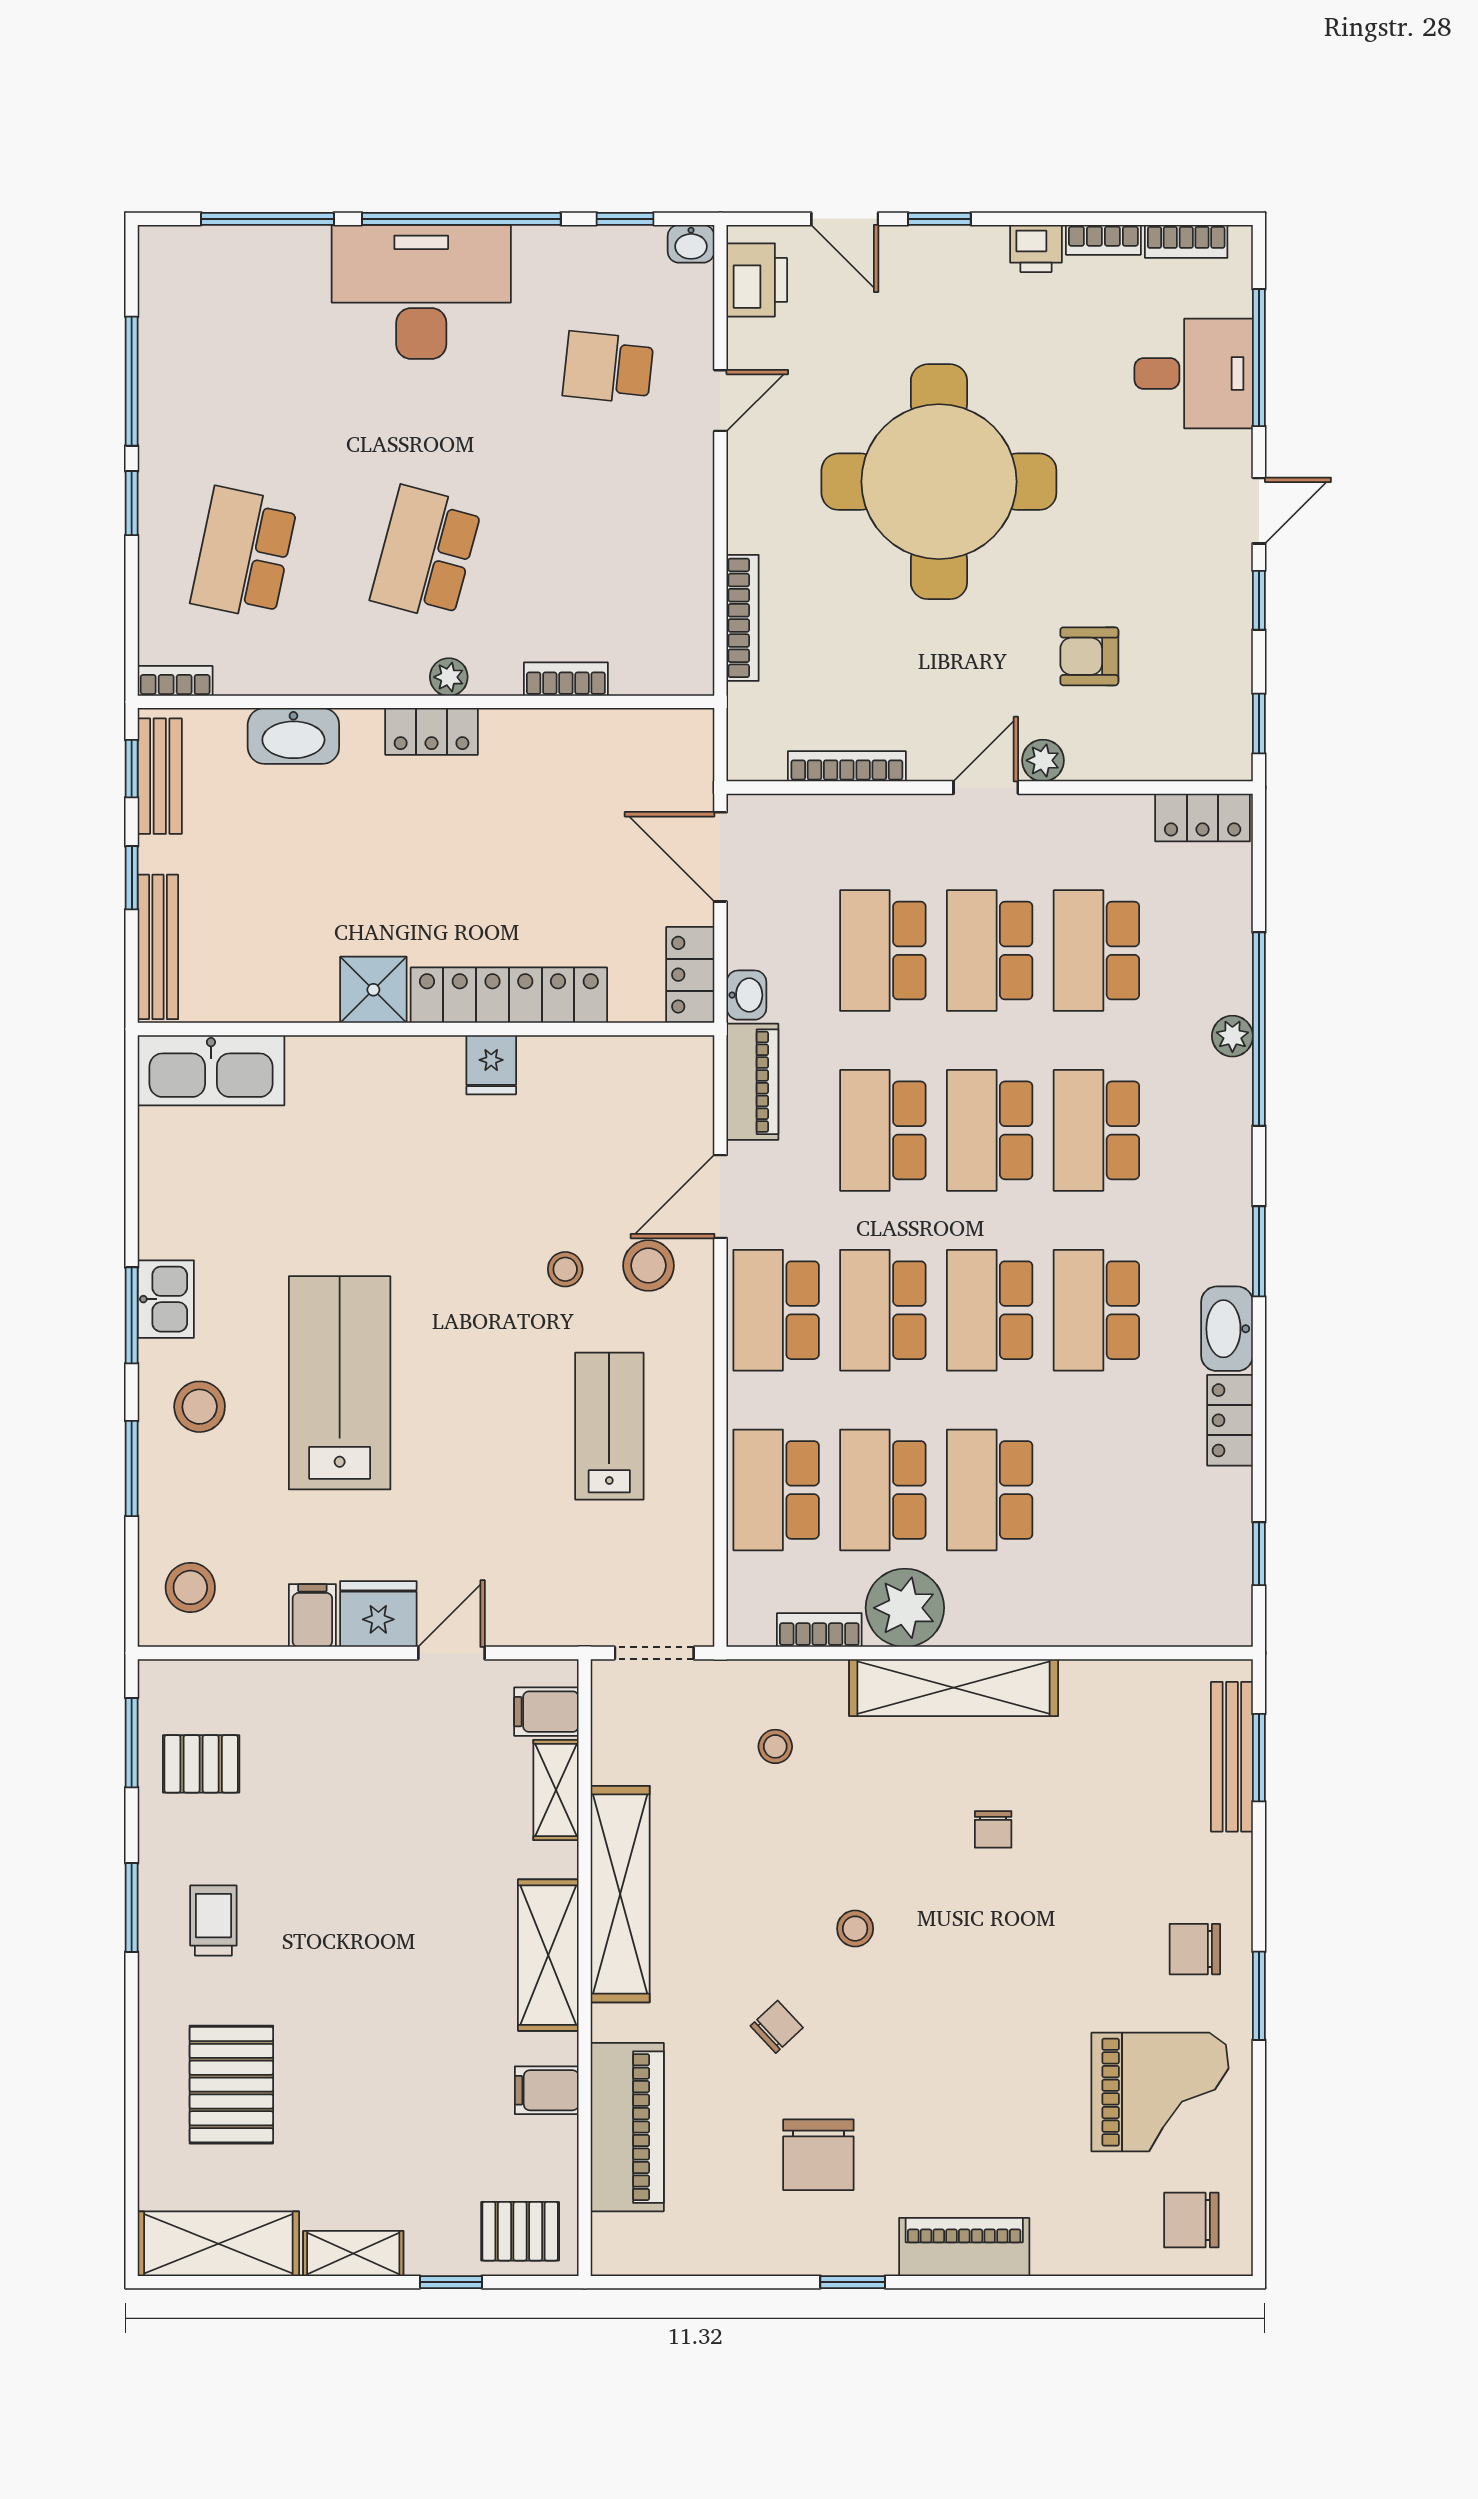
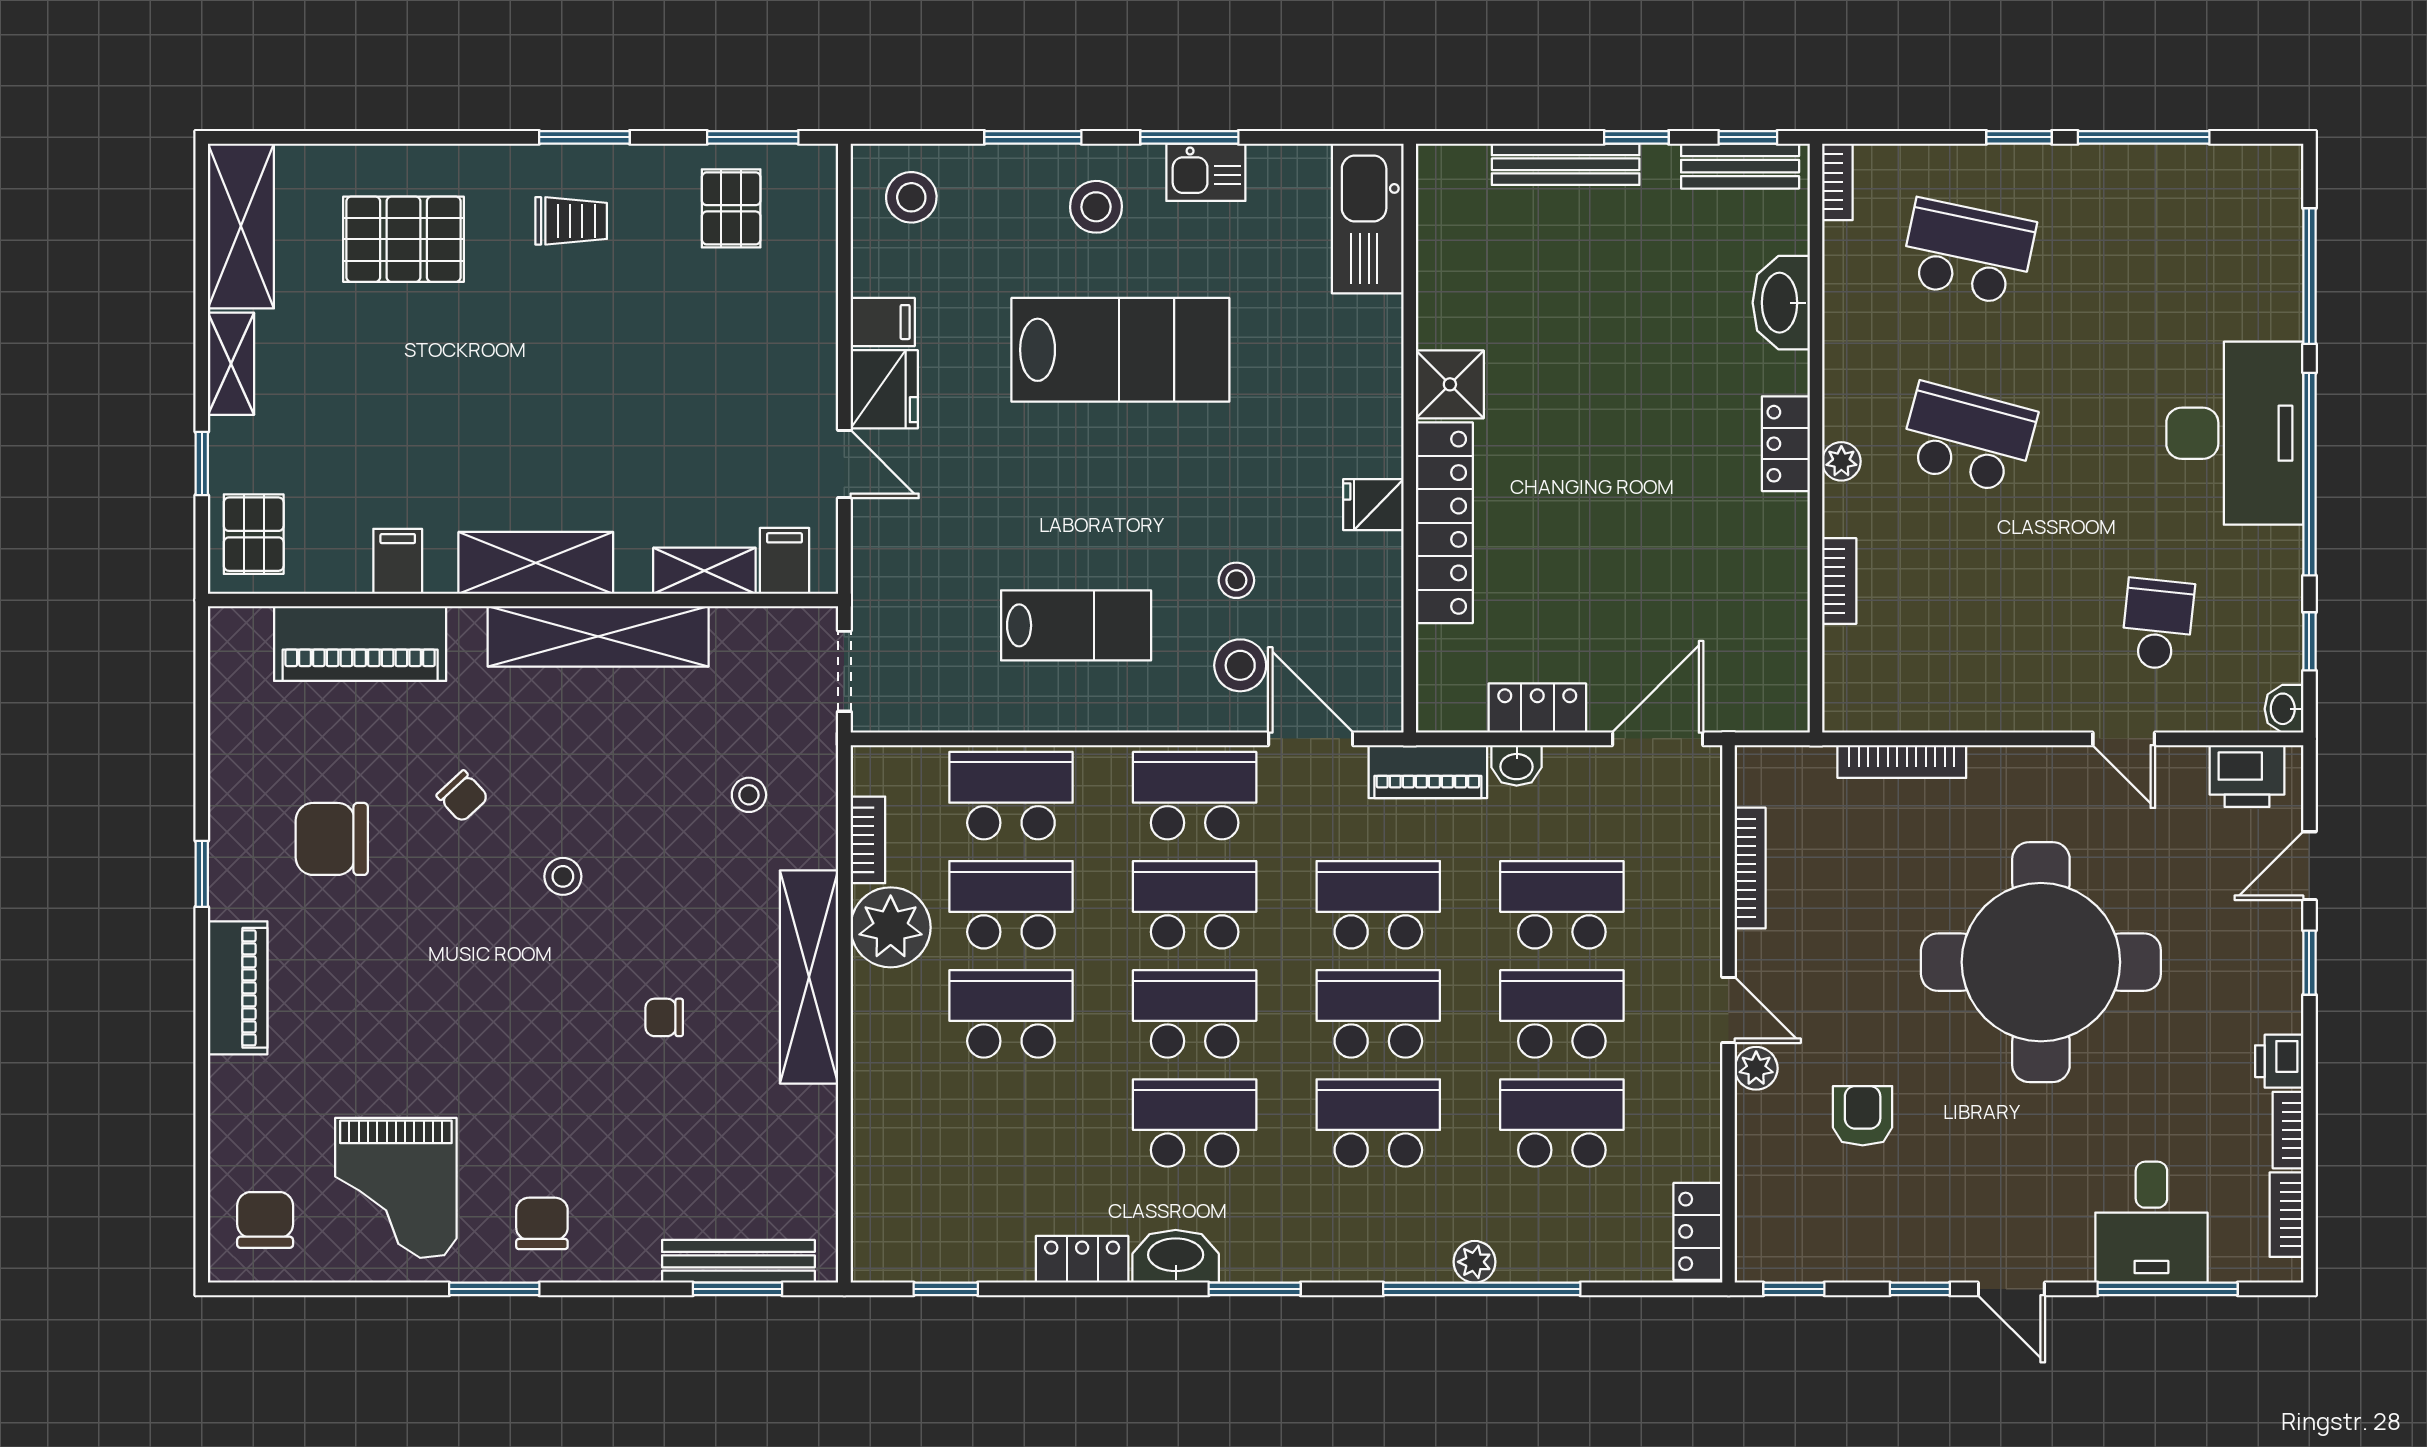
shower: (373, 990) -> (1450, 384), moved
locker: (509, 995) -> (1444, 523), moved
wall: (426, 1029) -> (1410, 438), moved
fridge: (491, 1065) -> (1373, 505), moved
kitchen sink: (211, 1070) -> (1368, 218), moved

